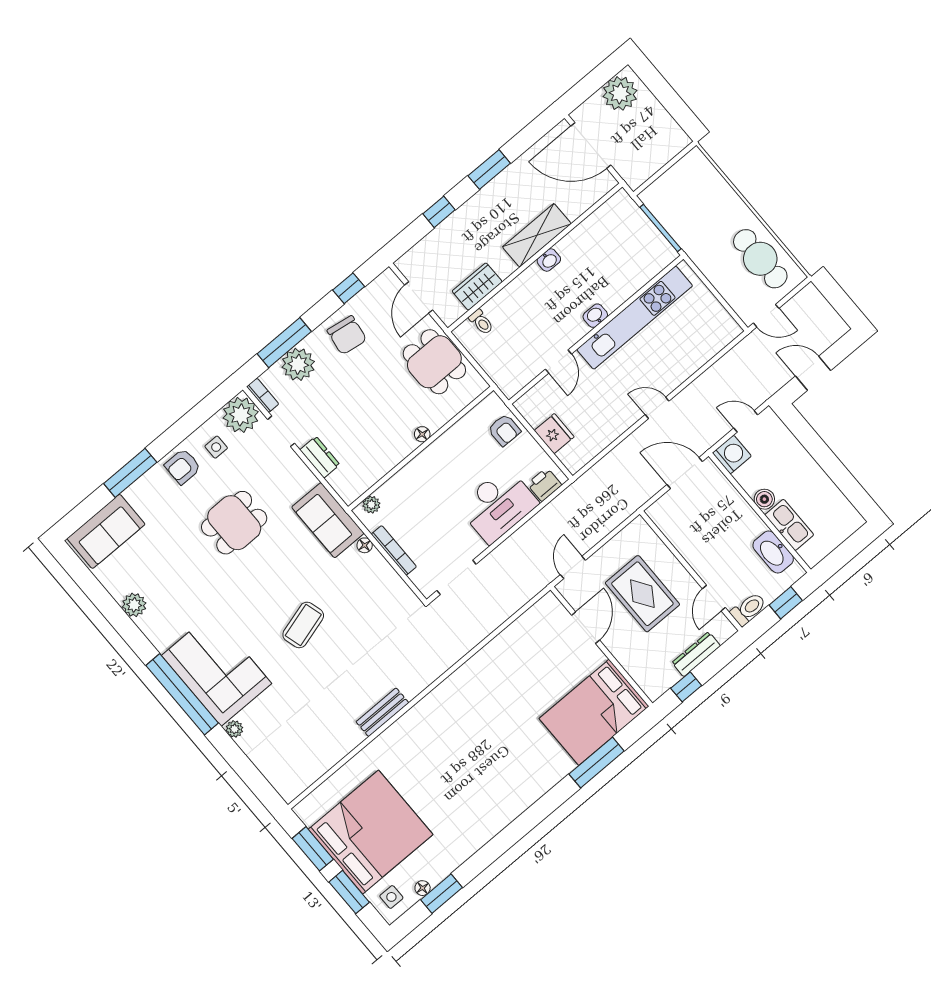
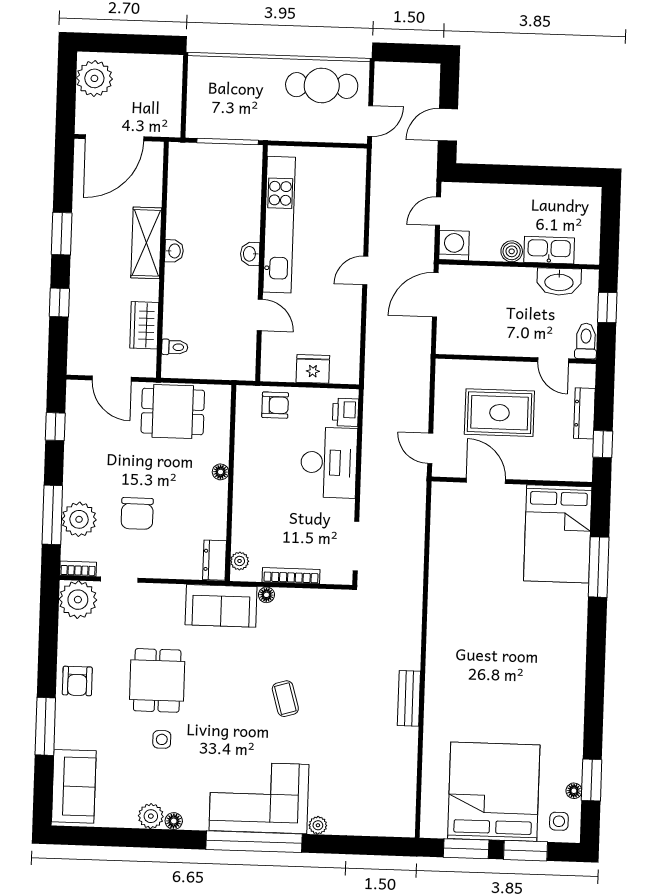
chair: (347, 335) -> (137, 513), moved, turned 81
side table: (216, 447) -> (162, 739), moved
dresser: (320, 457) -> (214, 560), moved, turned -90
floor lamp: (145, 624) -> (174, 821), added
coffee table: (303, 625) -> (285, 699), width x0.73, depth x0.77

